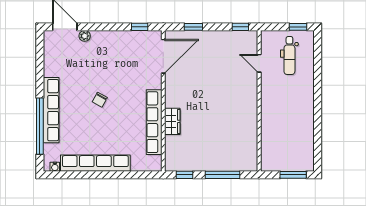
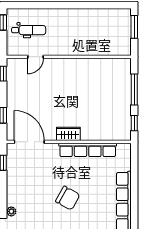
chair: (100, 100) -> (68, 198), width x1.87, depth x1.87
wardrobe: (172, 121) -> (68, 134), moved

